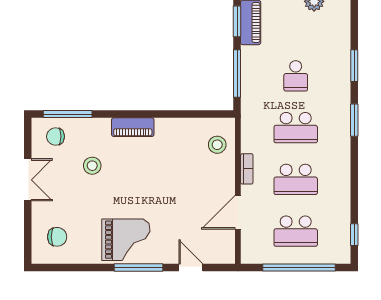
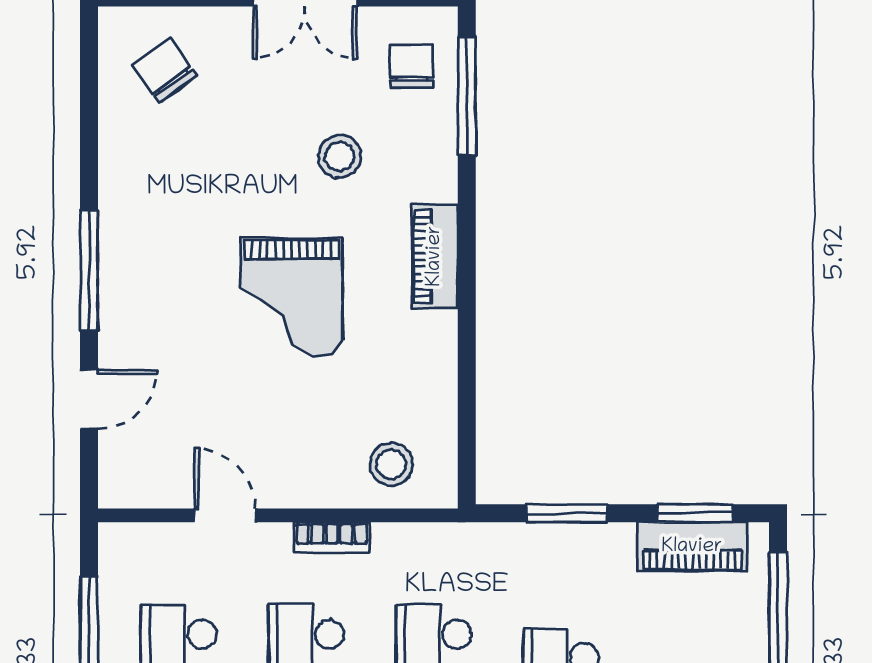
window: (237, 74) -> (567, 513), width x0.69
door: (238, 212) -> (225, 515), width x0.73
chair: (57, 237) -> (164, 70), turned 144
grand piano: (126, 240) -> (291, 297), moved

